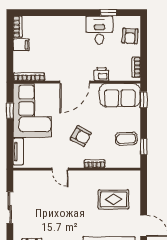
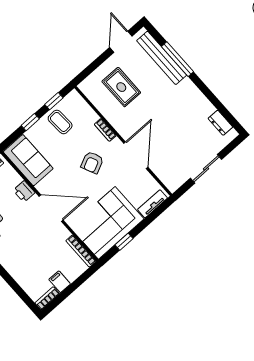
window: (144, 100) -> (30, 122), moved
armchair: (81, 136) -> (92, 162), turned -143
door: (60, 169) -> (136, 155), width x1.88

